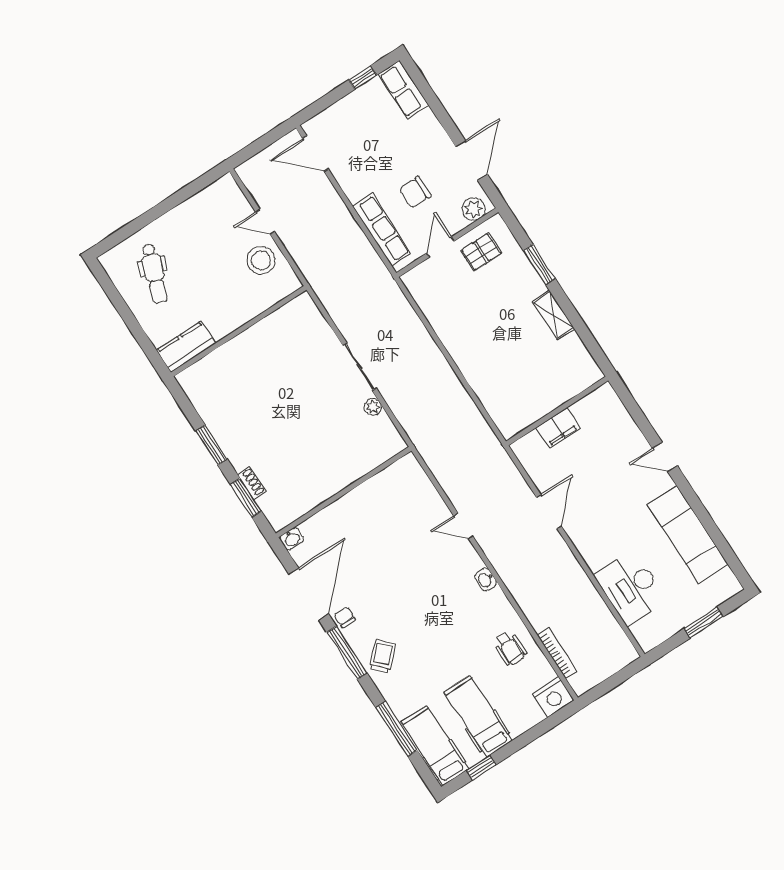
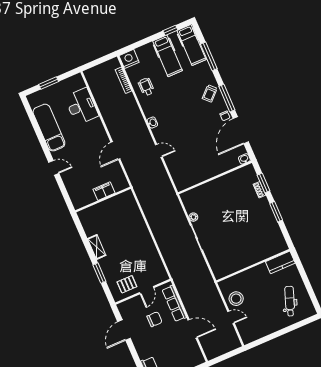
door: (316, 154) -> (193, 329), moved
plant: (474, 209) -> (127, 306), removed

